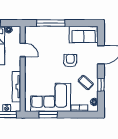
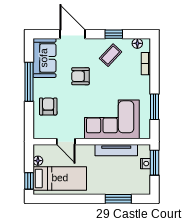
window: (51, 23) -> (29, 82), moved
armchair: (48, 37) -> (48, 106), added
door: (23, 50) -> (66, 142), swing flipped
corner sofa: (51, 97) -> (112, 119), moved, turned 90

